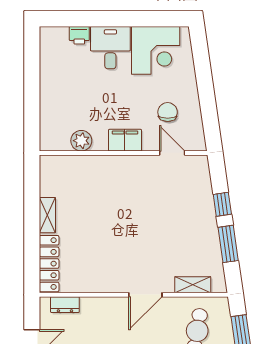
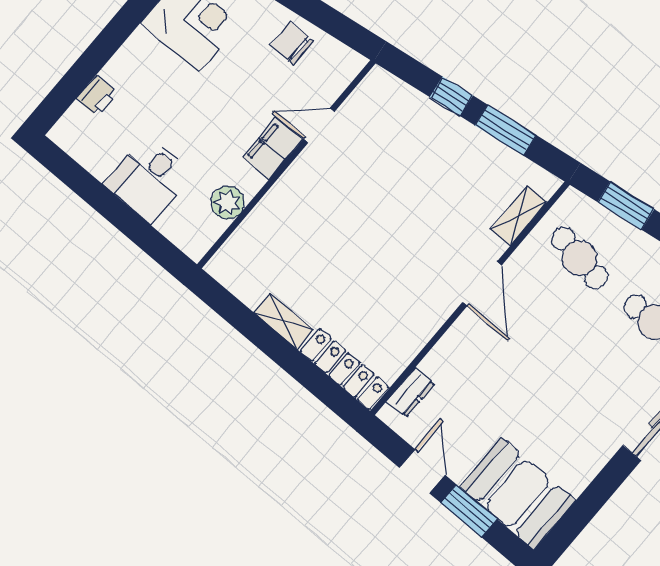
desk: (110, 48) -> (149, 179), moved, turned -90
chair: (168, 112) -> (292, 43), moved
door: (172, 153) -> (319, 125), moved

